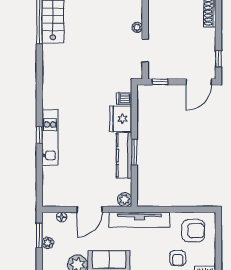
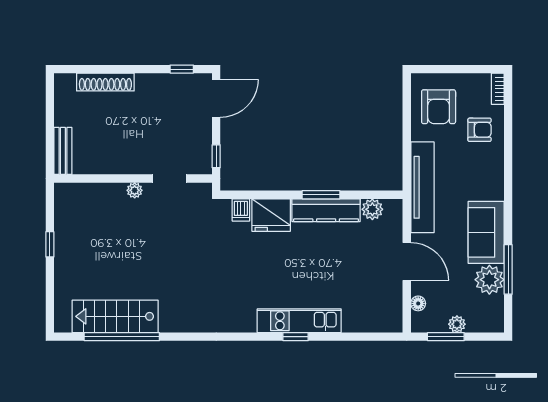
door: (199, 82) -> (216, 98), hinge flipped
plant: (125, 200) -> (372, 209), moved
armchair: (193, 231) -> (439, 107), turned 180

